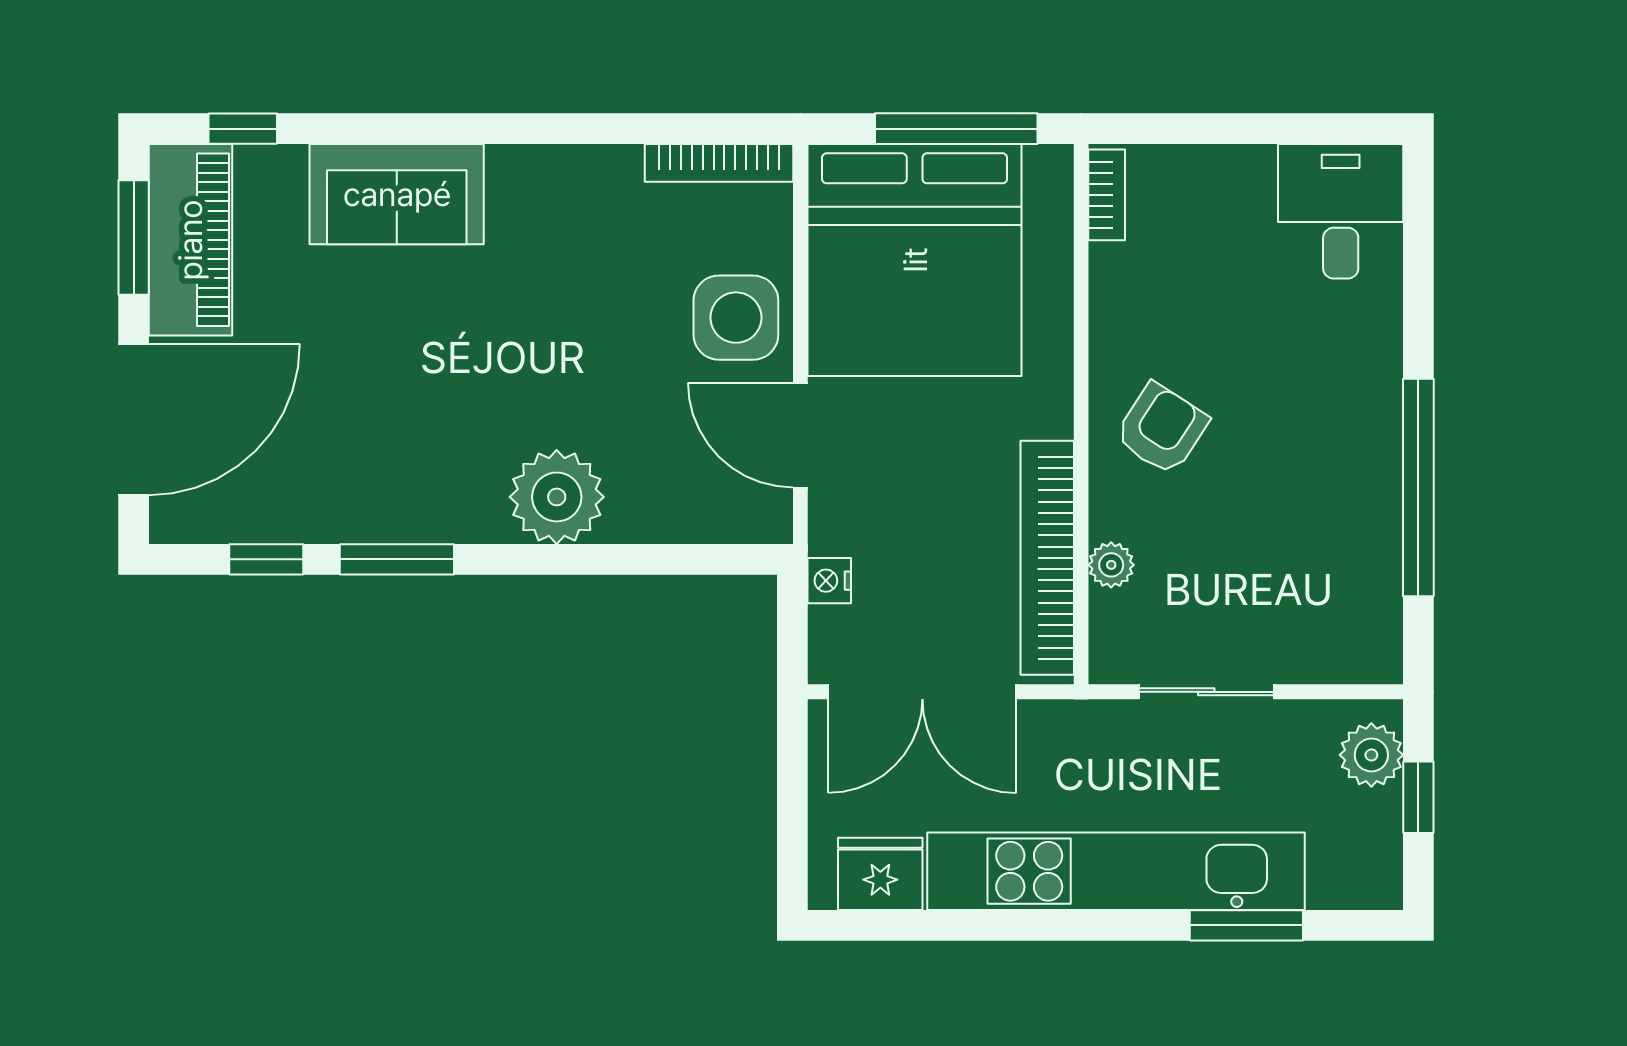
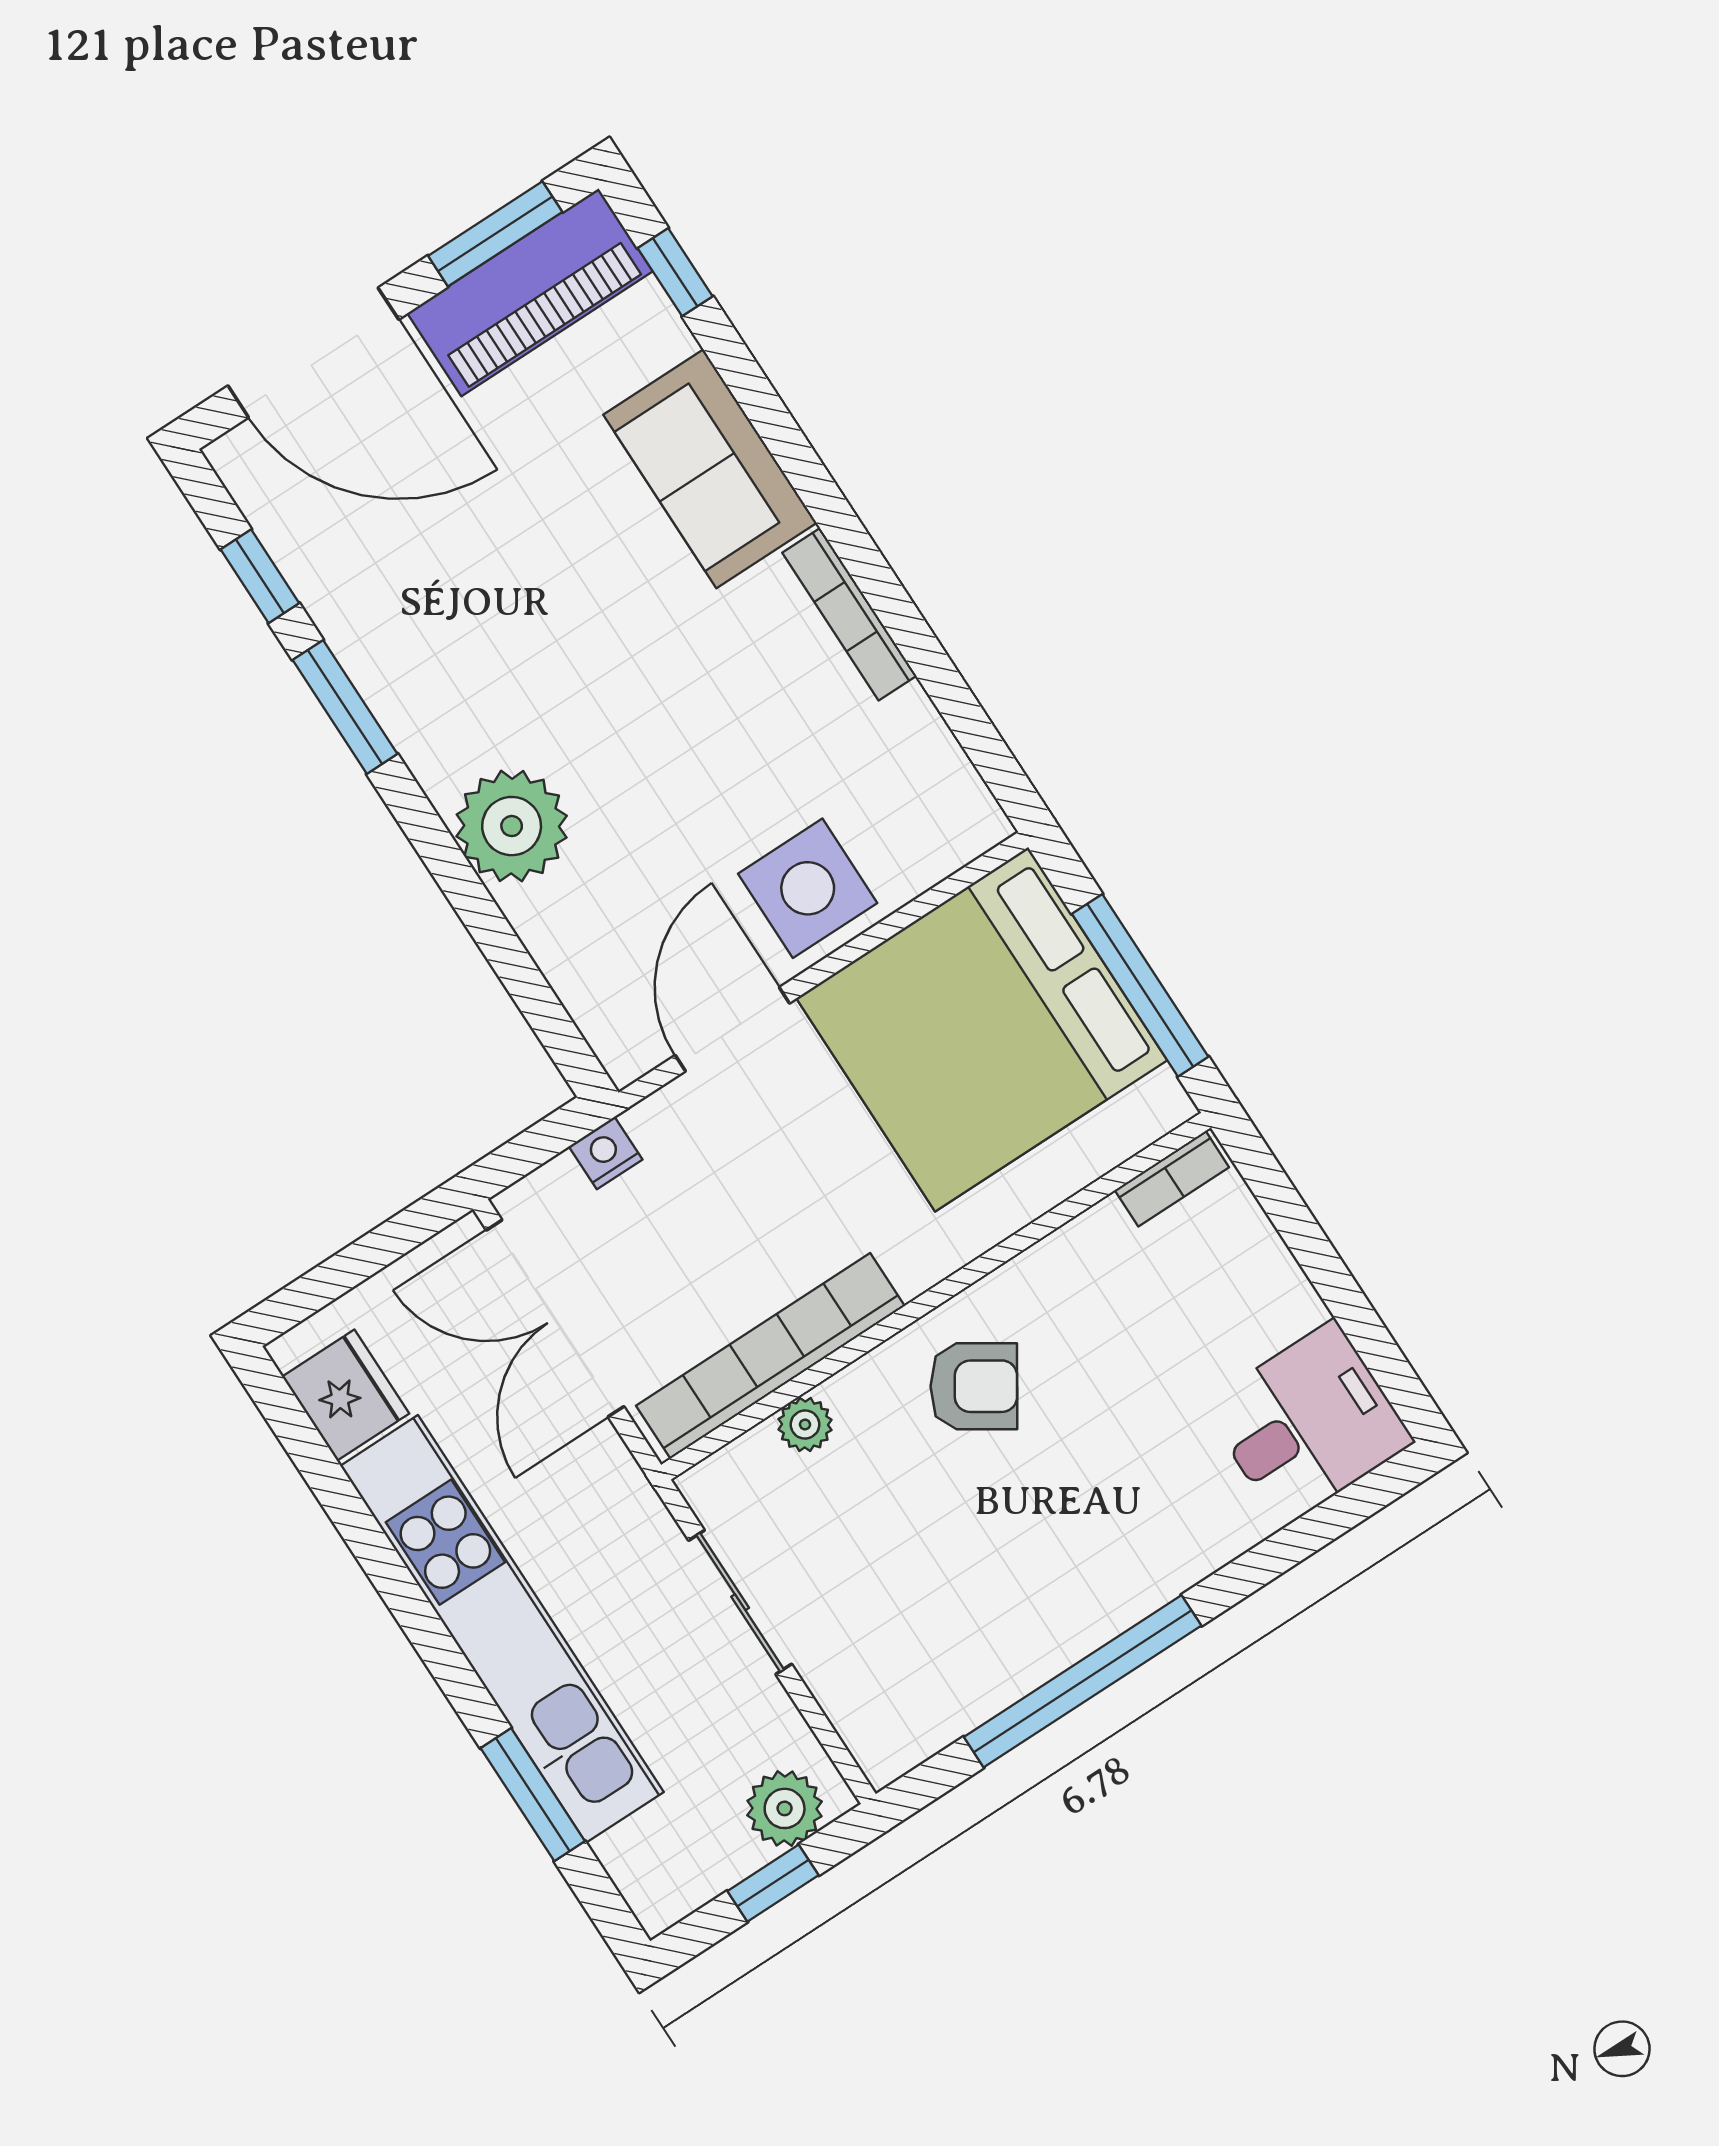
bookcase: (719, 163) -> (849, 614), moved

